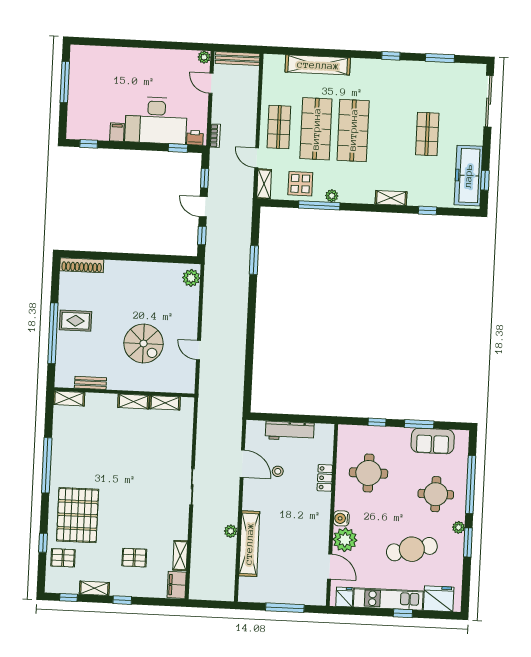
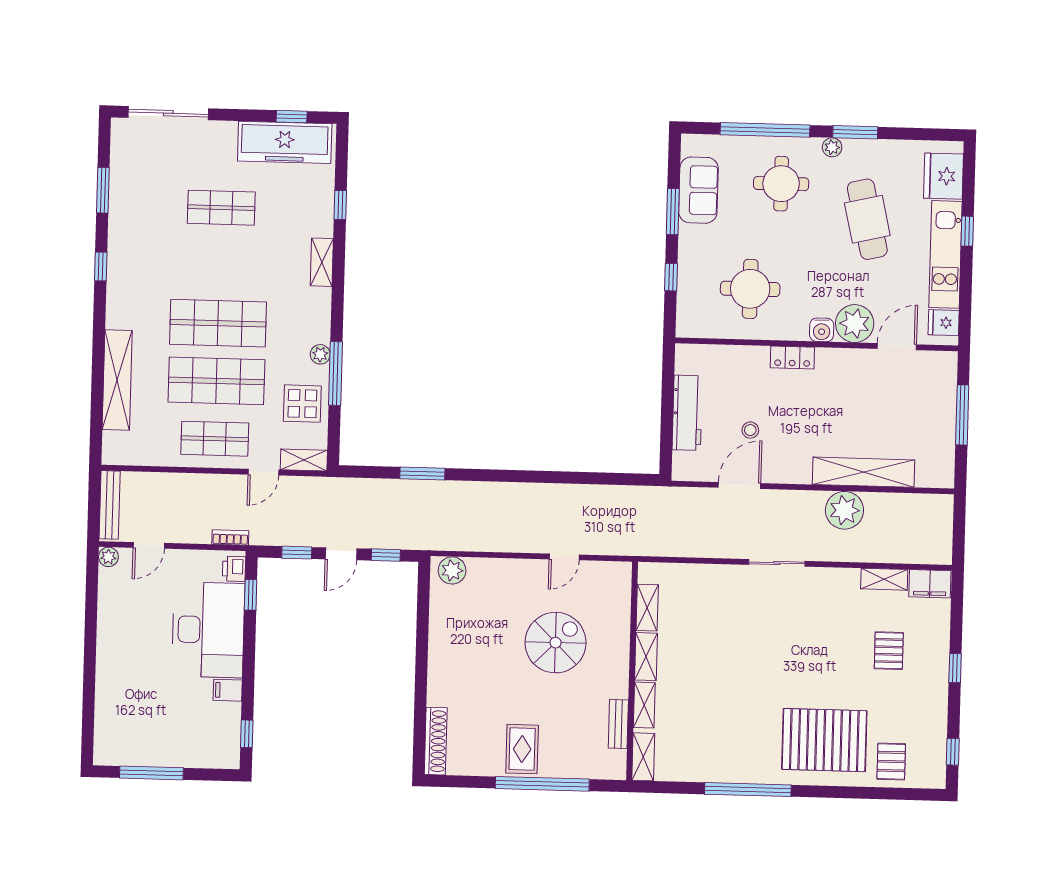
locker: (325, 478) -> (792, 358), moved
plant: (231, 531) -> (844, 510), width x1.87, depth x1.87
window: (43, 543) -> (868, 793), removed
shelving: (94, 588) -> (644, 705), moved

